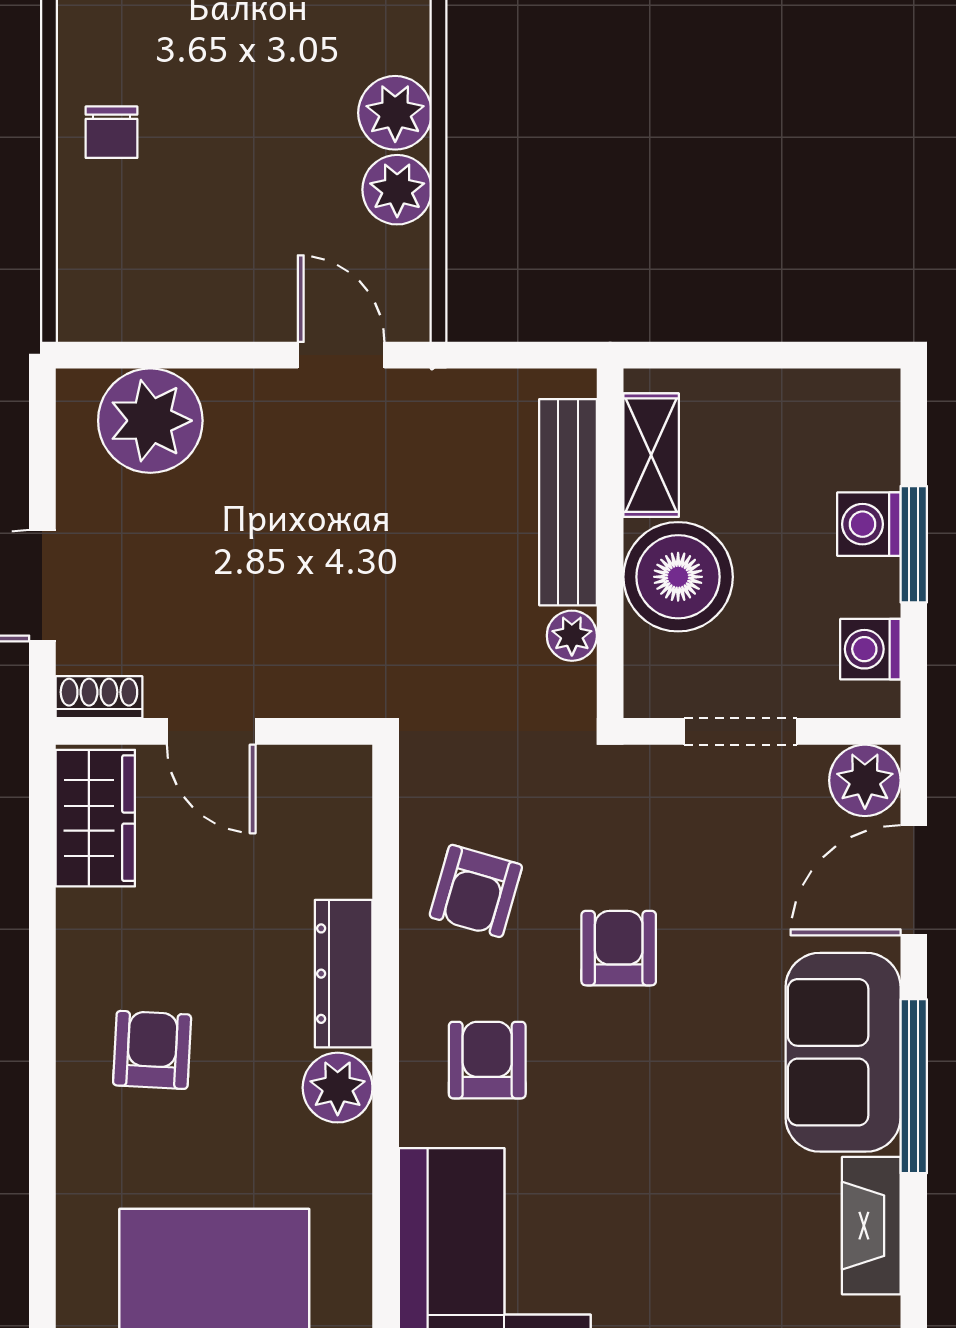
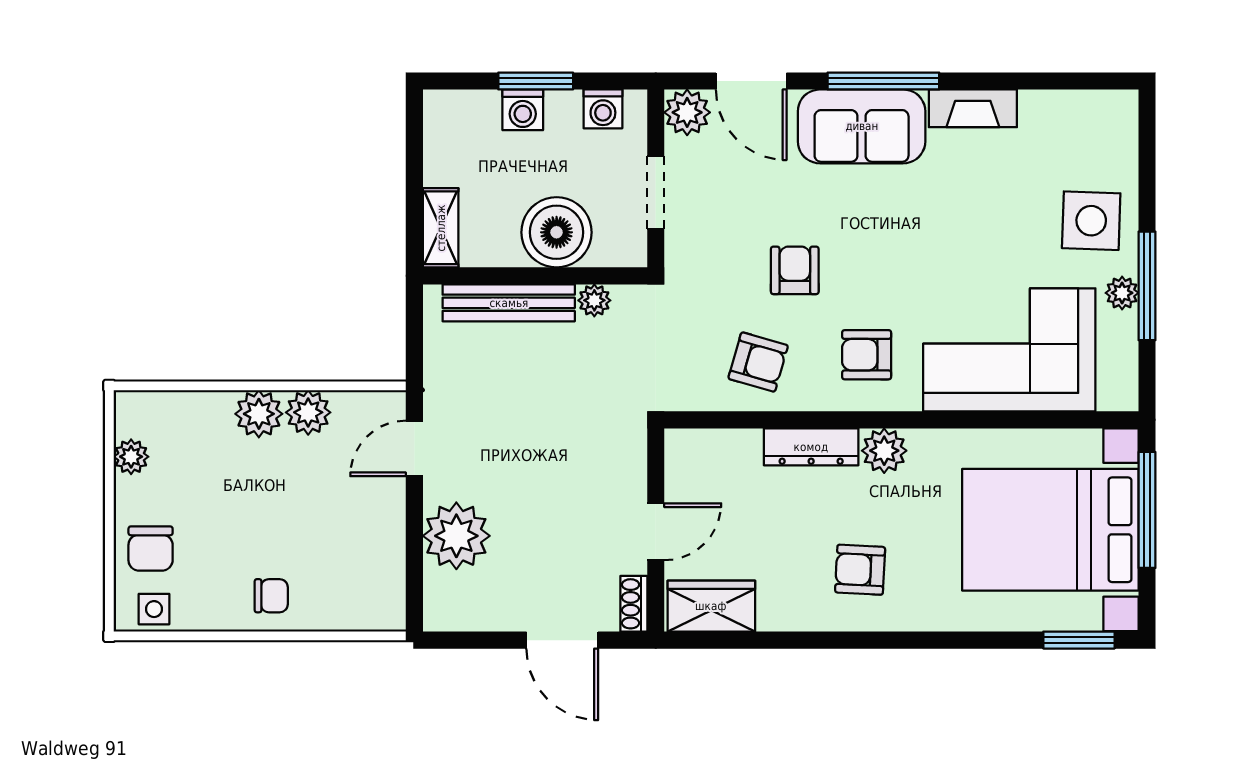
plant: (150, 421) -> (456, 536), moved
shelving: (651, 455) -> (441, 228), moved, turned 90
armchair: (619, 948) -> (795, 270), turned 90

